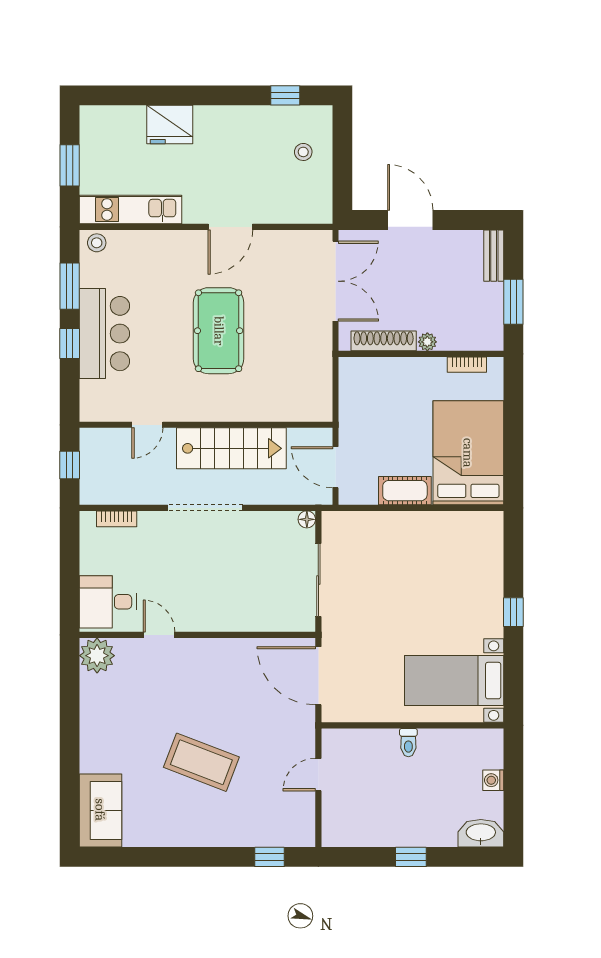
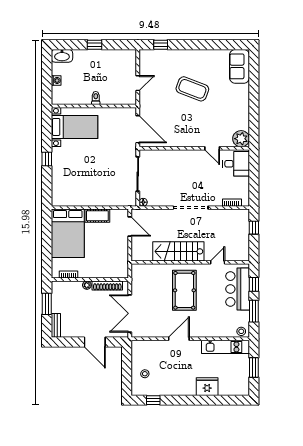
door: (147, 425) -> (218, 262), moved
wall: (206, 425) -> (190, 262), moved
stairs: (231, 448) -> (178, 251), moved

